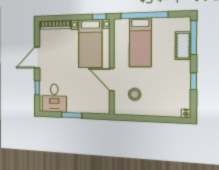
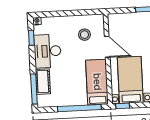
bed: (140, 42) -> (97, 82), moved
desk: (176, 79) -> (47, 51), added
window: (194, 81) -> (31, 38), moved

